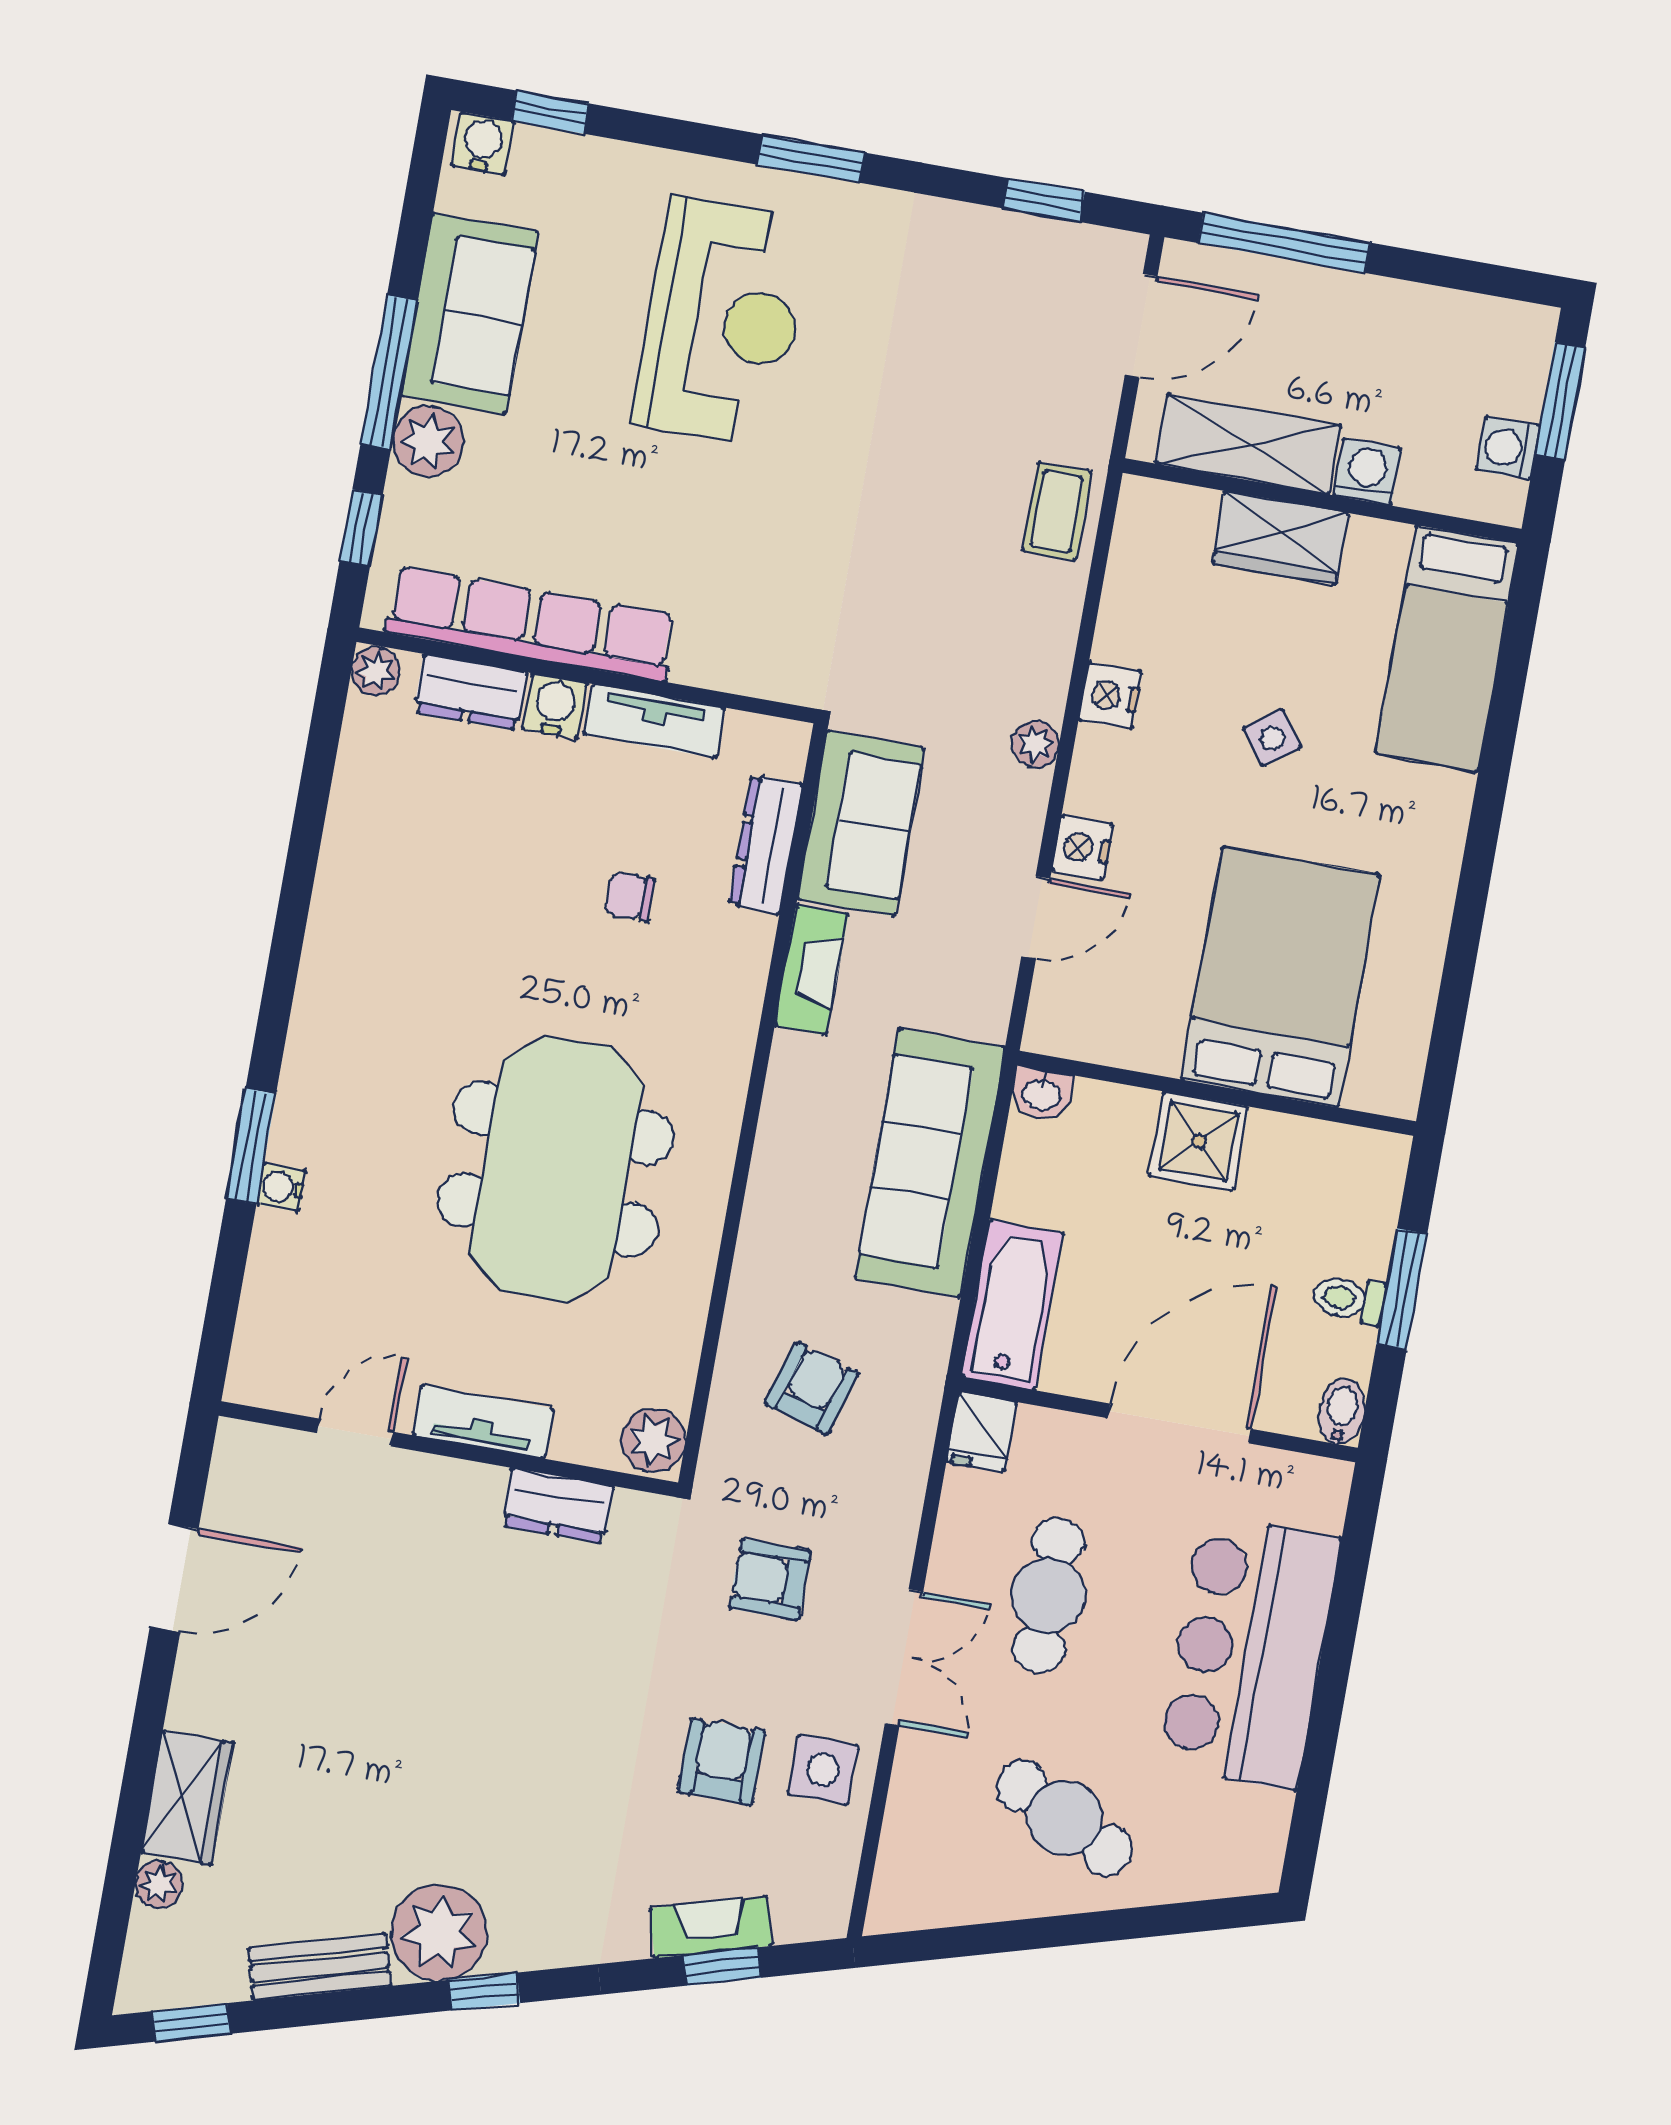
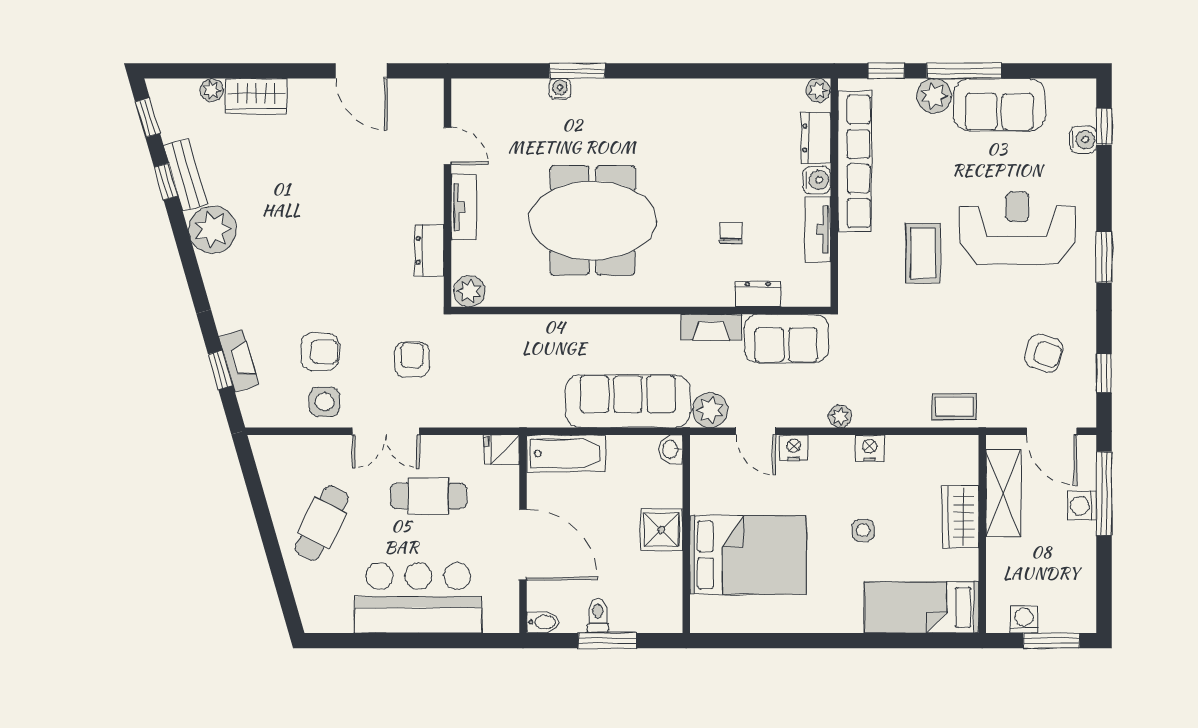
water cooler: (483, 143) -> (1083, 140), moved
reception desk: (722, 321) -> (1017, 228), turned 180
washing machine: (1367, 472) -> (1082, 506), moved, turned 180
coffee table: (739, 520) -> (923, 253), added
side table: (1272, 738) -> (863, 530), turned 36
dresser: (765, 844) -> (758, 294), width x0.70
plant: (977, 1001) -> (710, 410), added
armchair: (812, 1388) -> (1044, 353), moved
window: (484, 1992) -> (166, 182), moved

